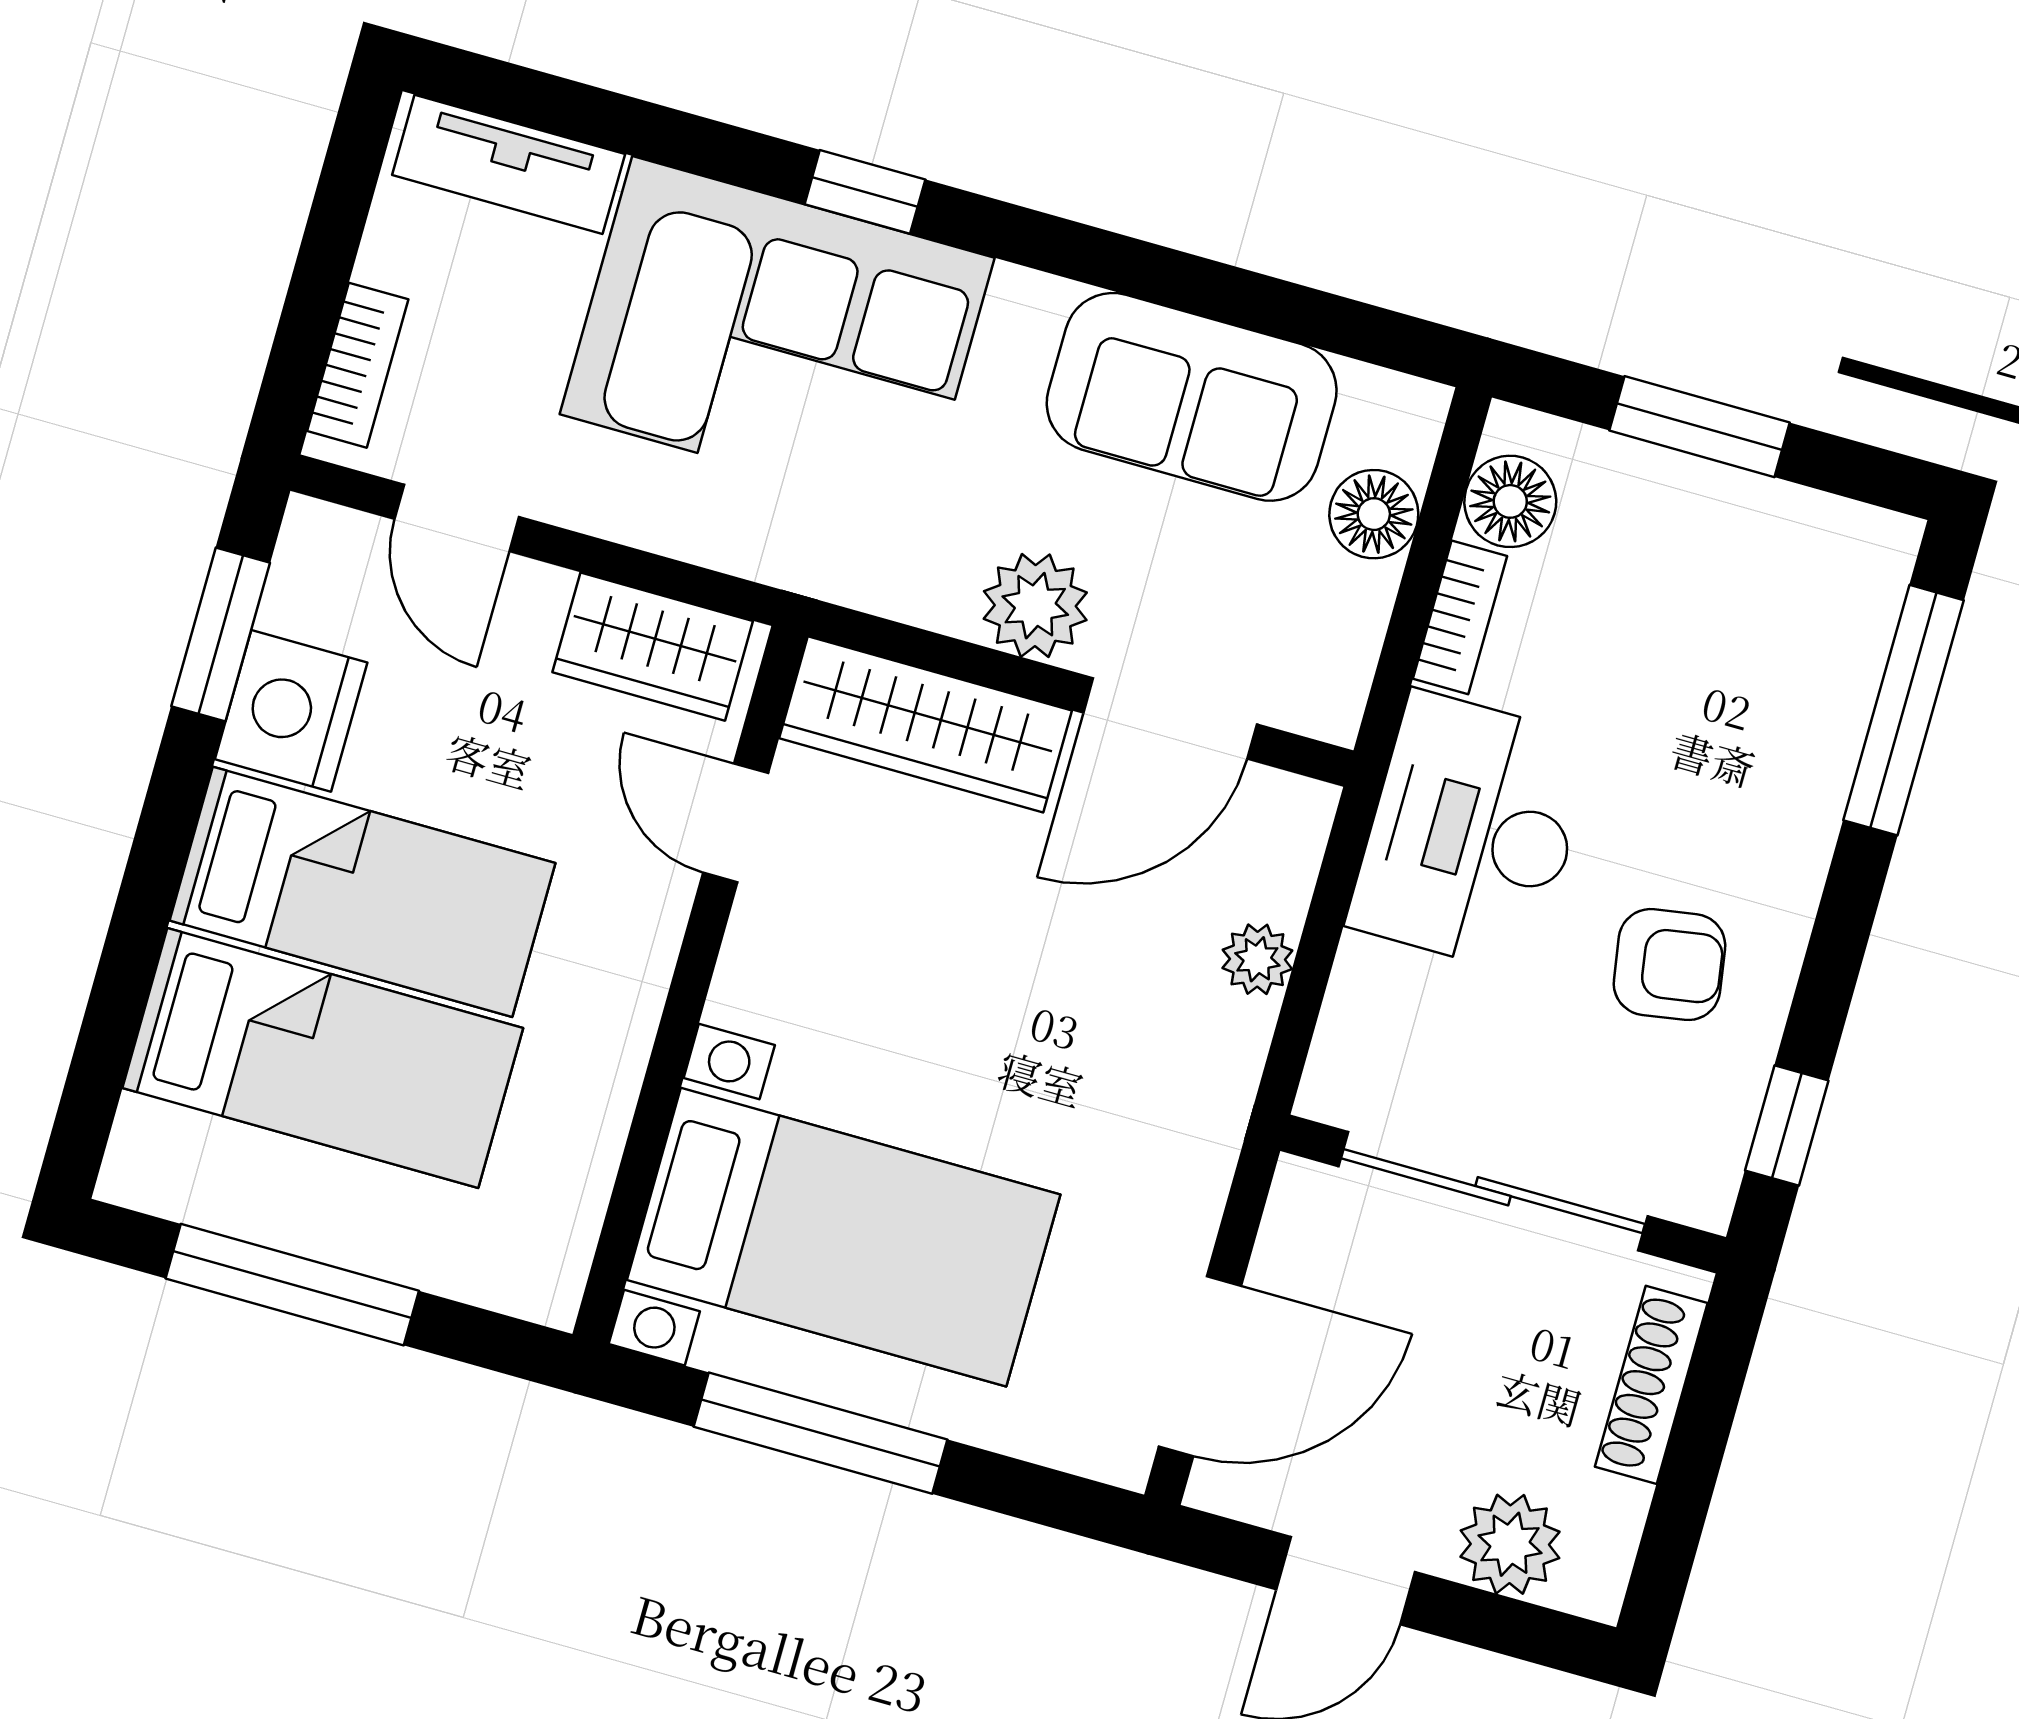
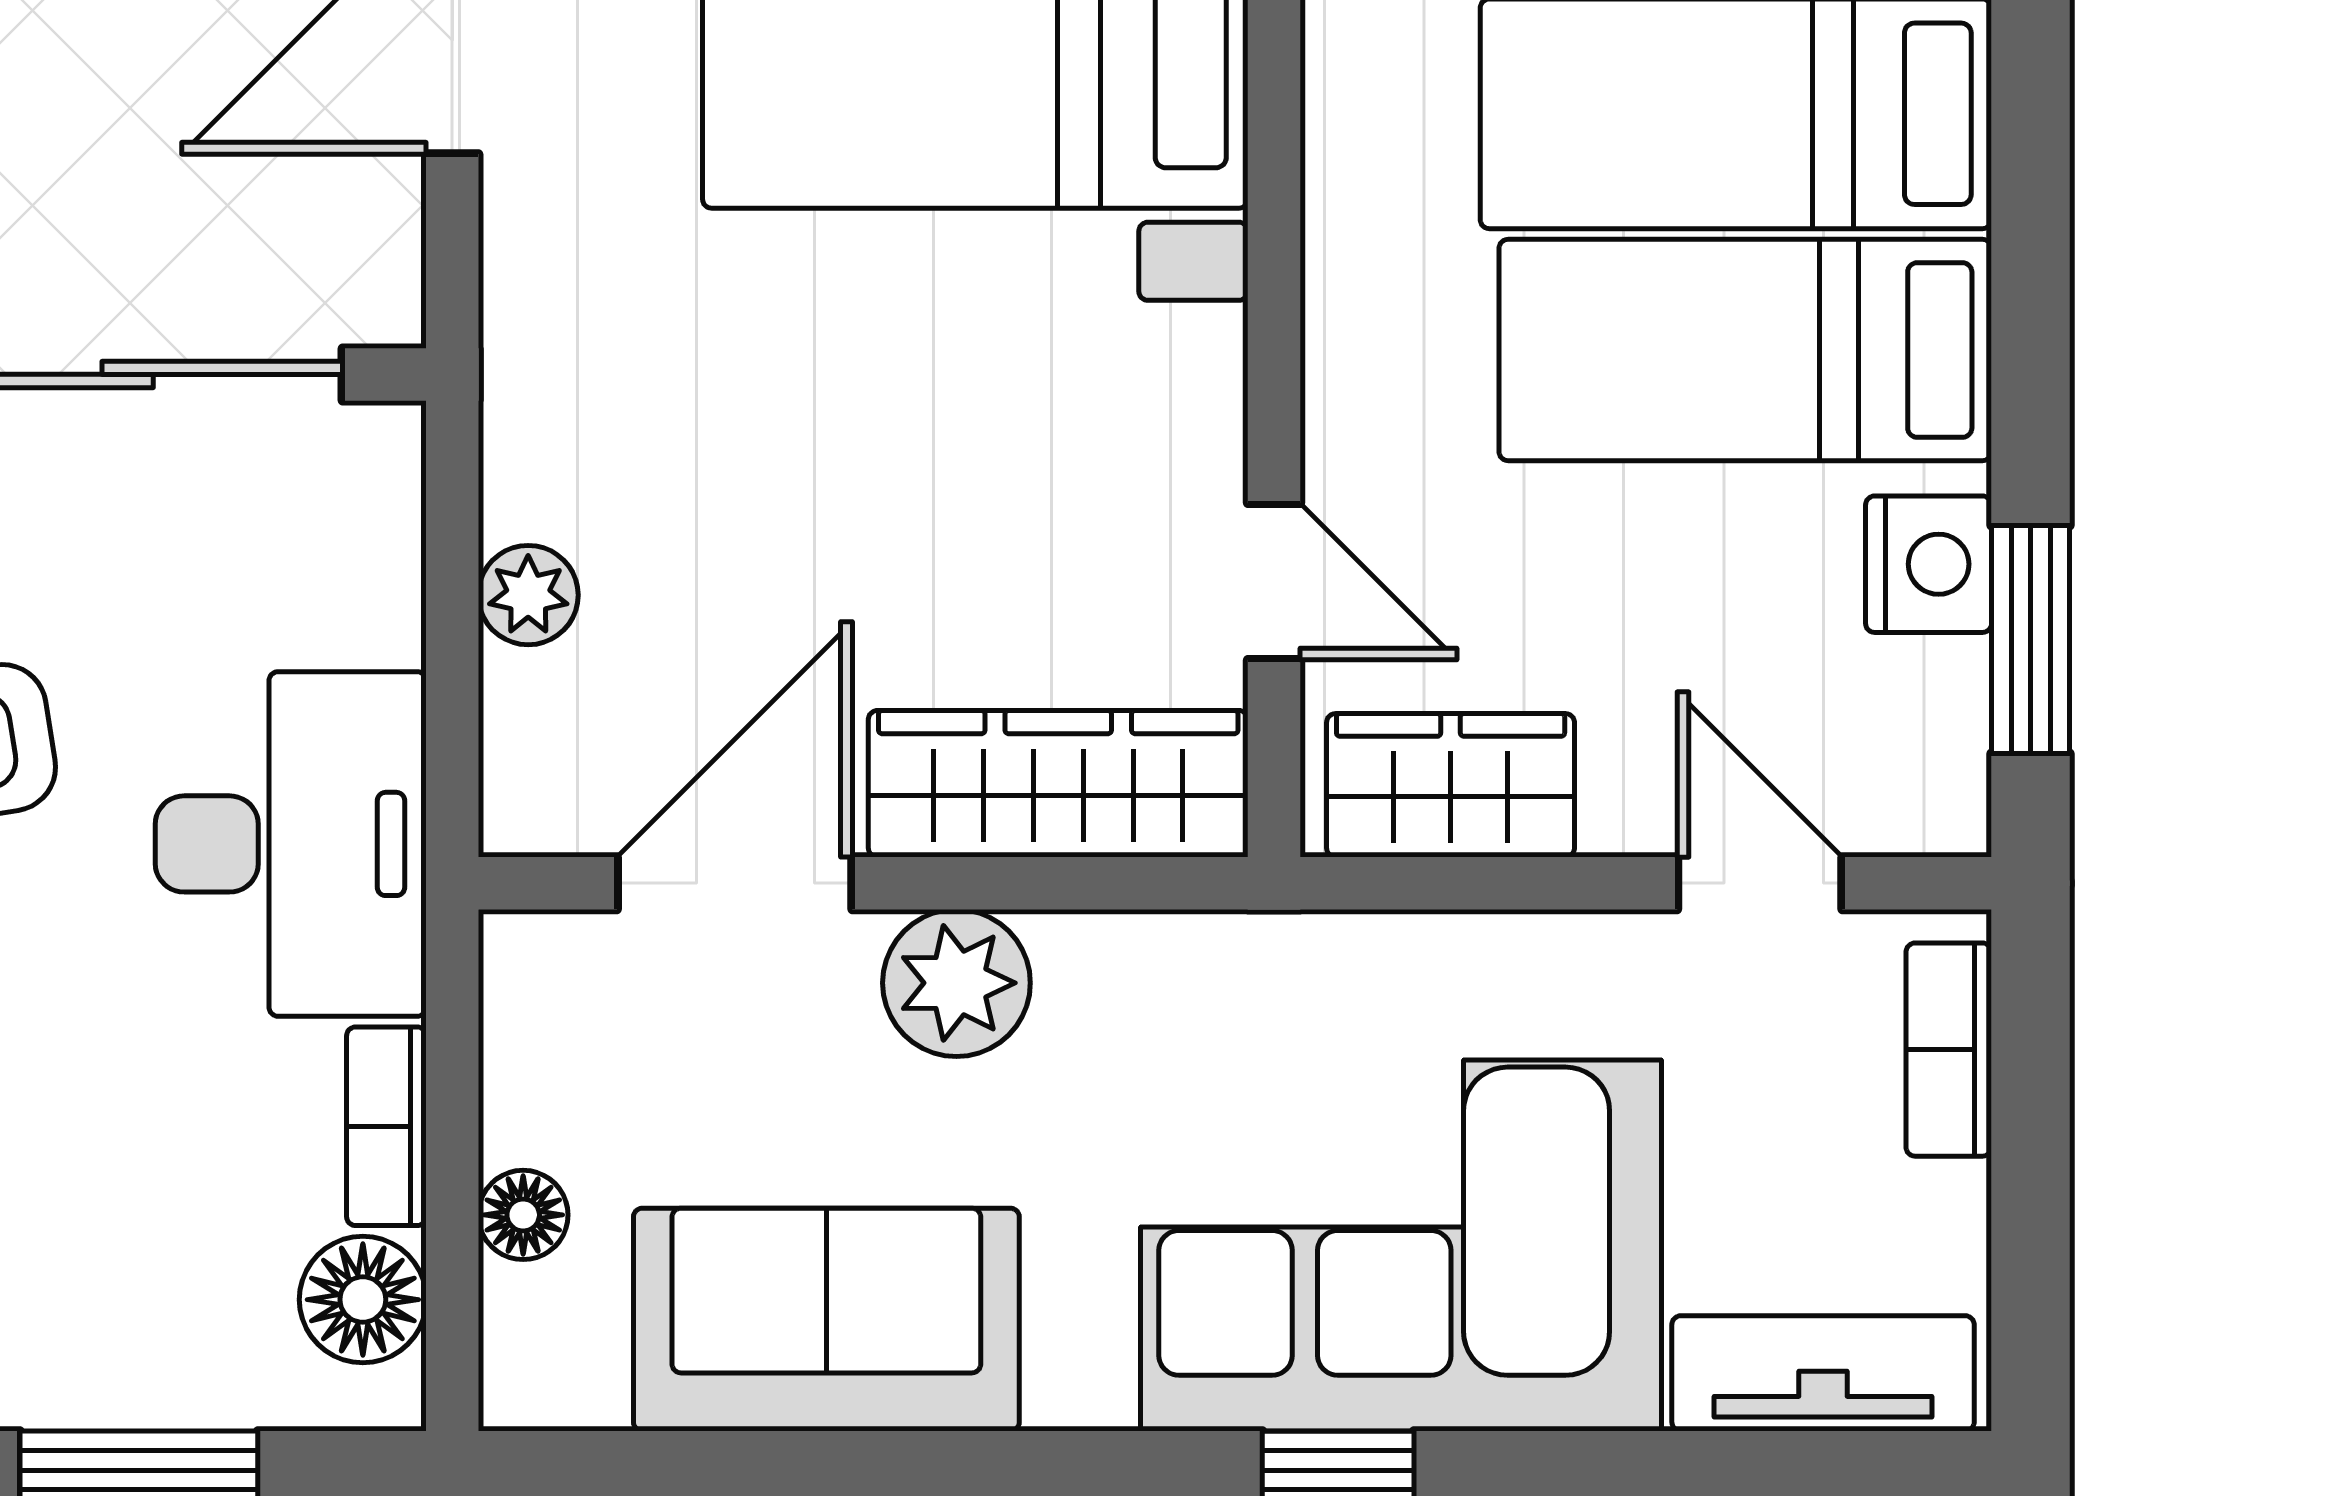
floor lamp: (1374, 514) -> (523, 1215), width x0.73, depth x0.73
nightstand: (291, 711) -> (1929, 564), width x0.74, depth x0.75

